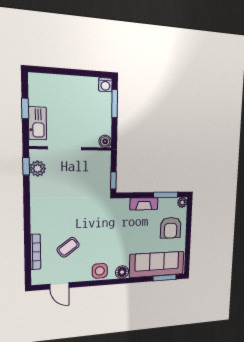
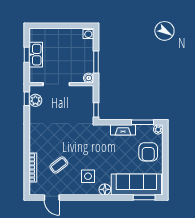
window: (115, 104) -> (96, 62), moved
kitchen sink: (38, 123) -> (36, 55), moved
side table: (100, 271) -> (88, 176), moved

